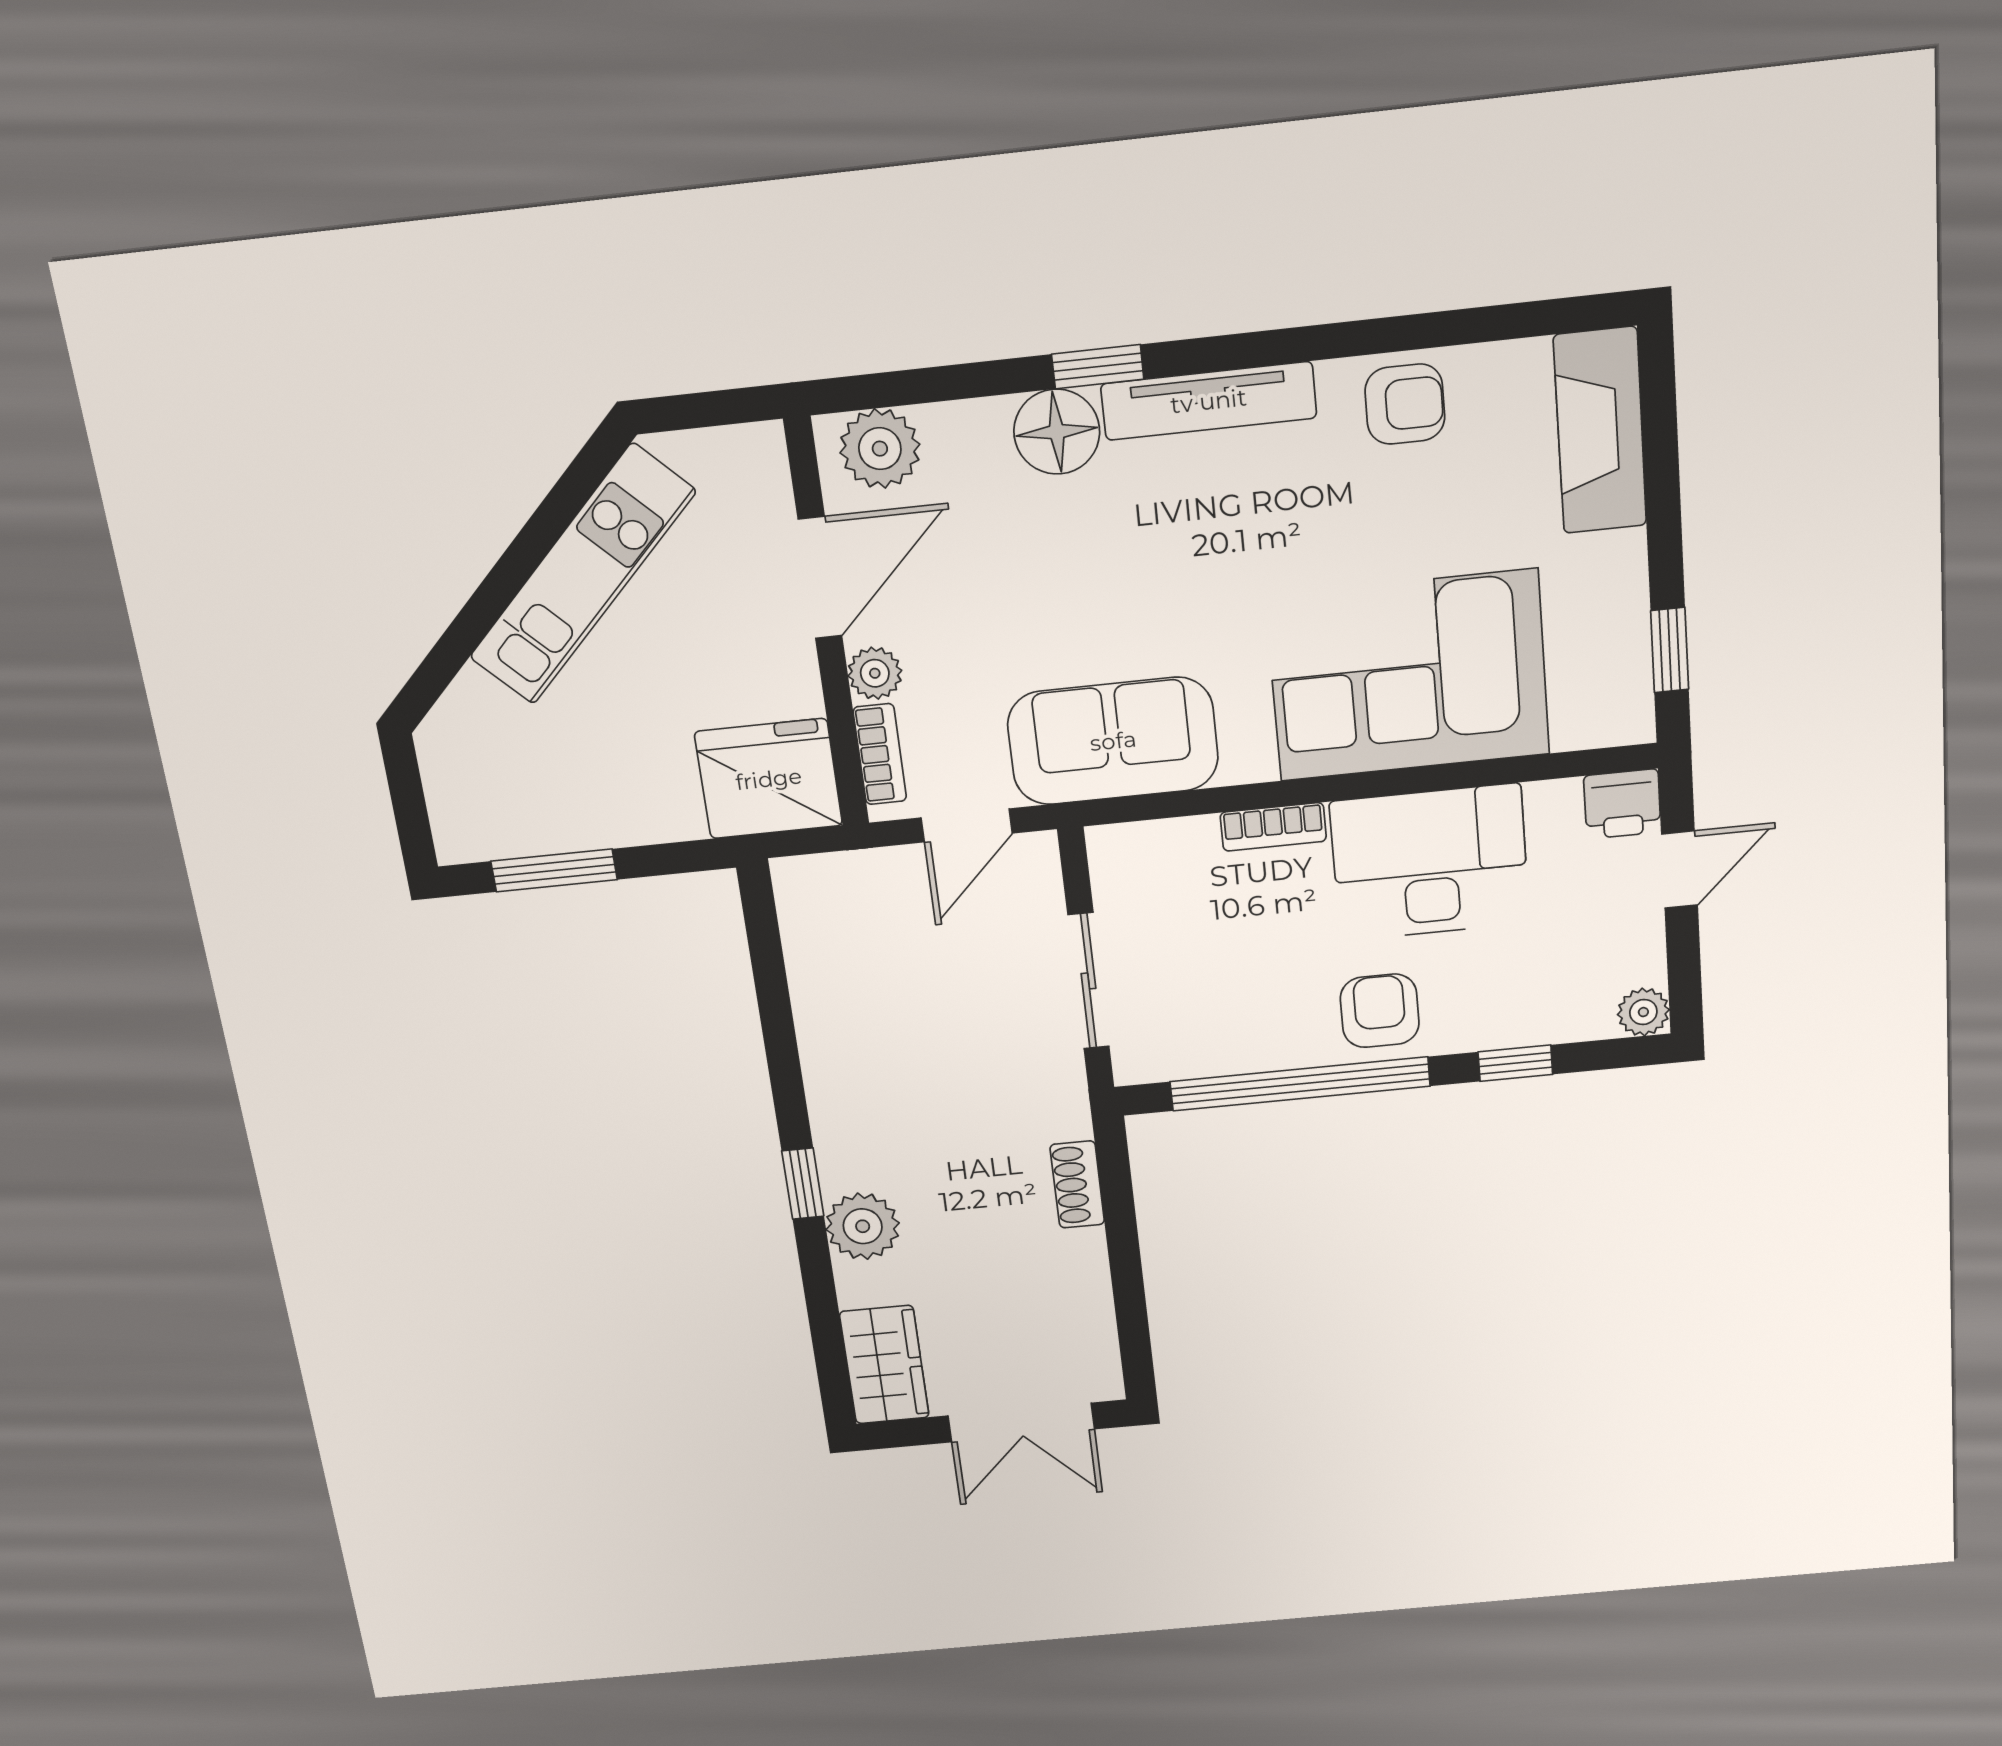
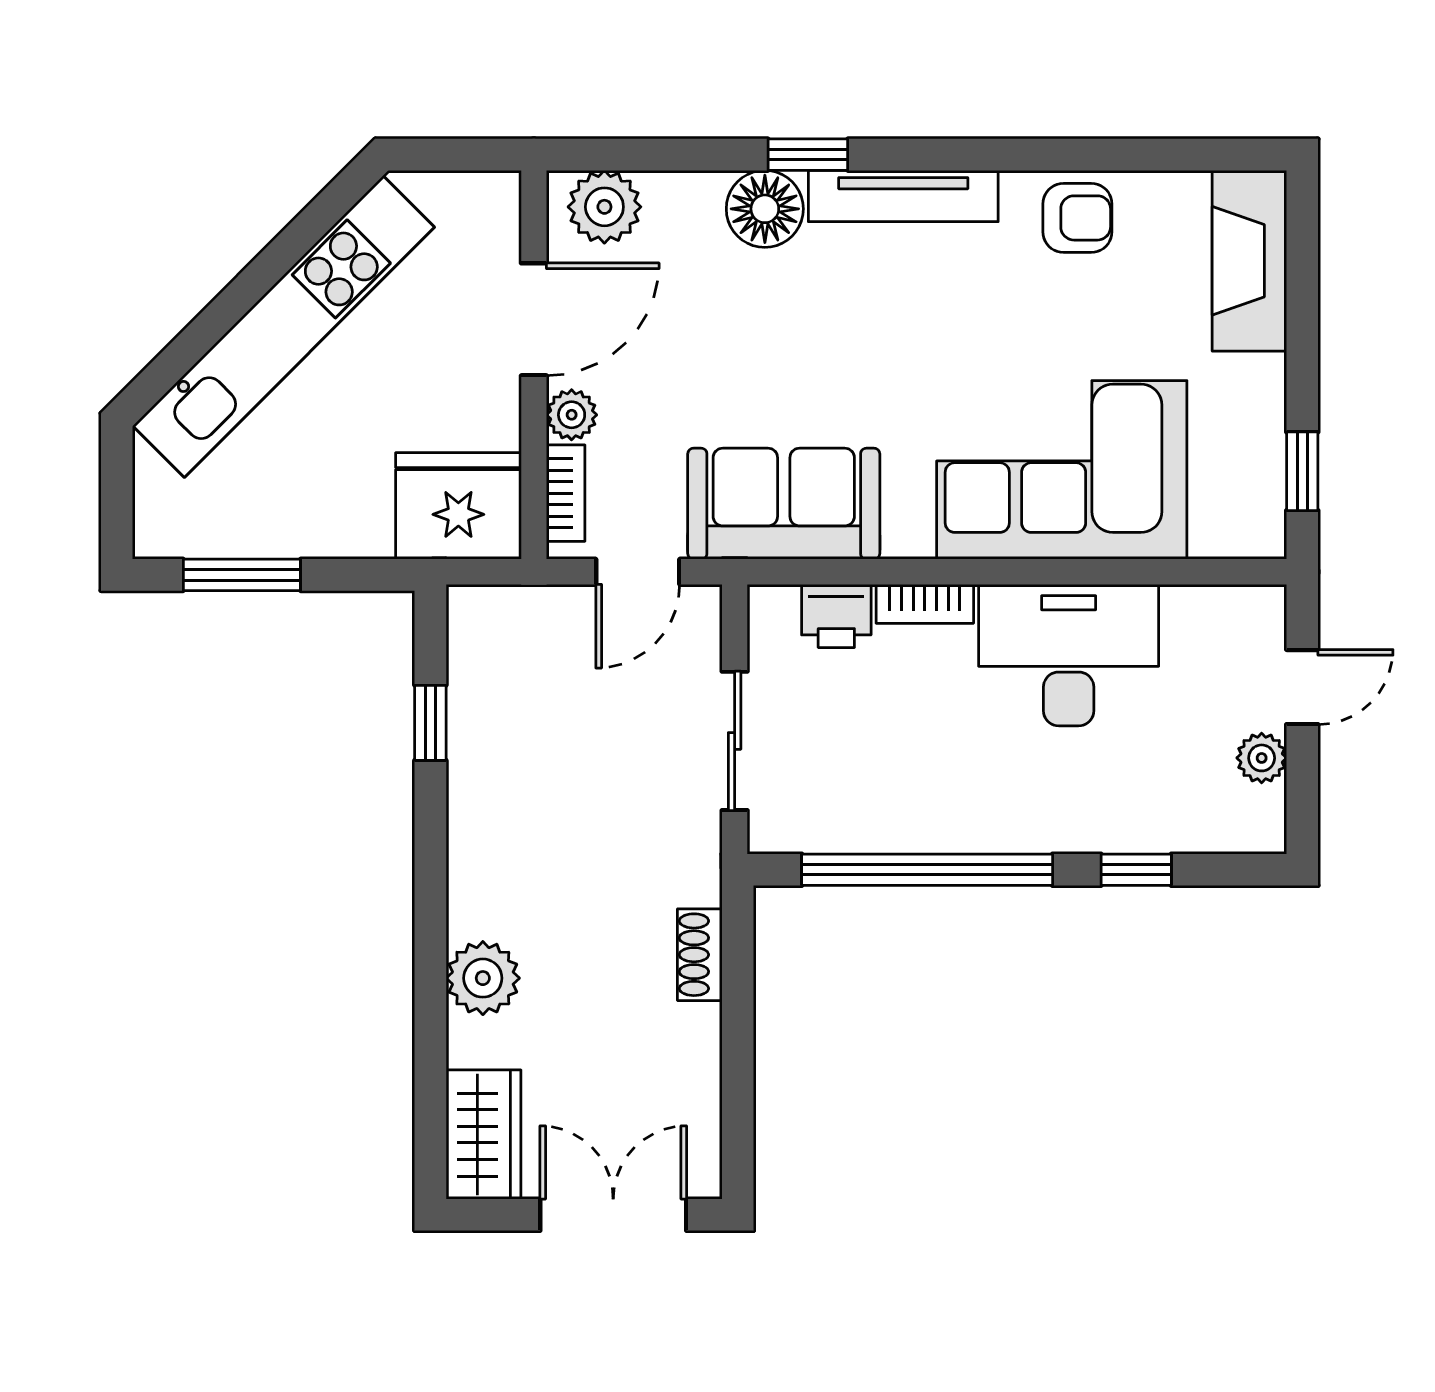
kitchen unit: (582, 575) -> (284, 327), width x1.36
printer: (1622, 804) -> (836, 616), moved
armchair: (1380, 1011) -> (1010, 801), removed
plant: (1643, 1012) -> (1262, 758), moved
window: (803, 1184) -> (430, 723), moved
double door: (1021, 1422) -> (613, 1215), swing flipped

